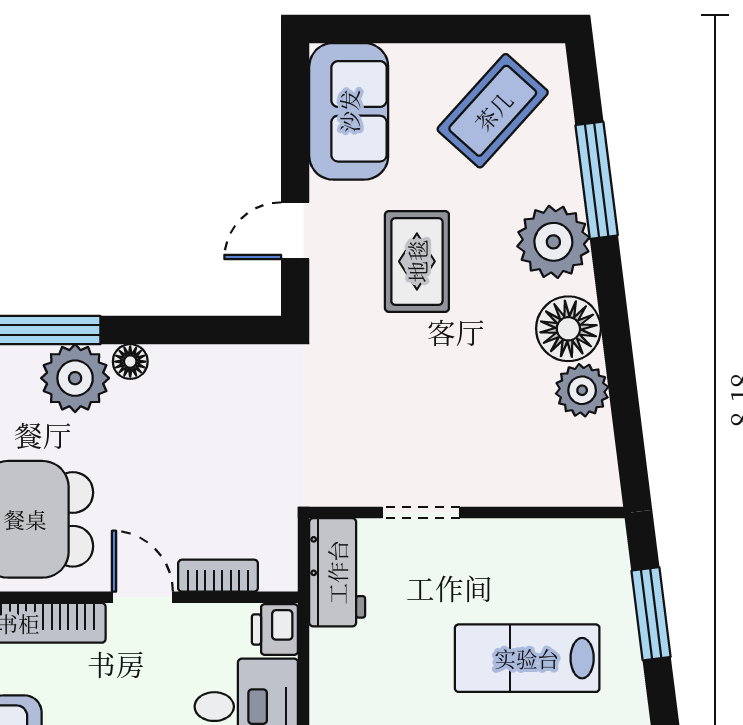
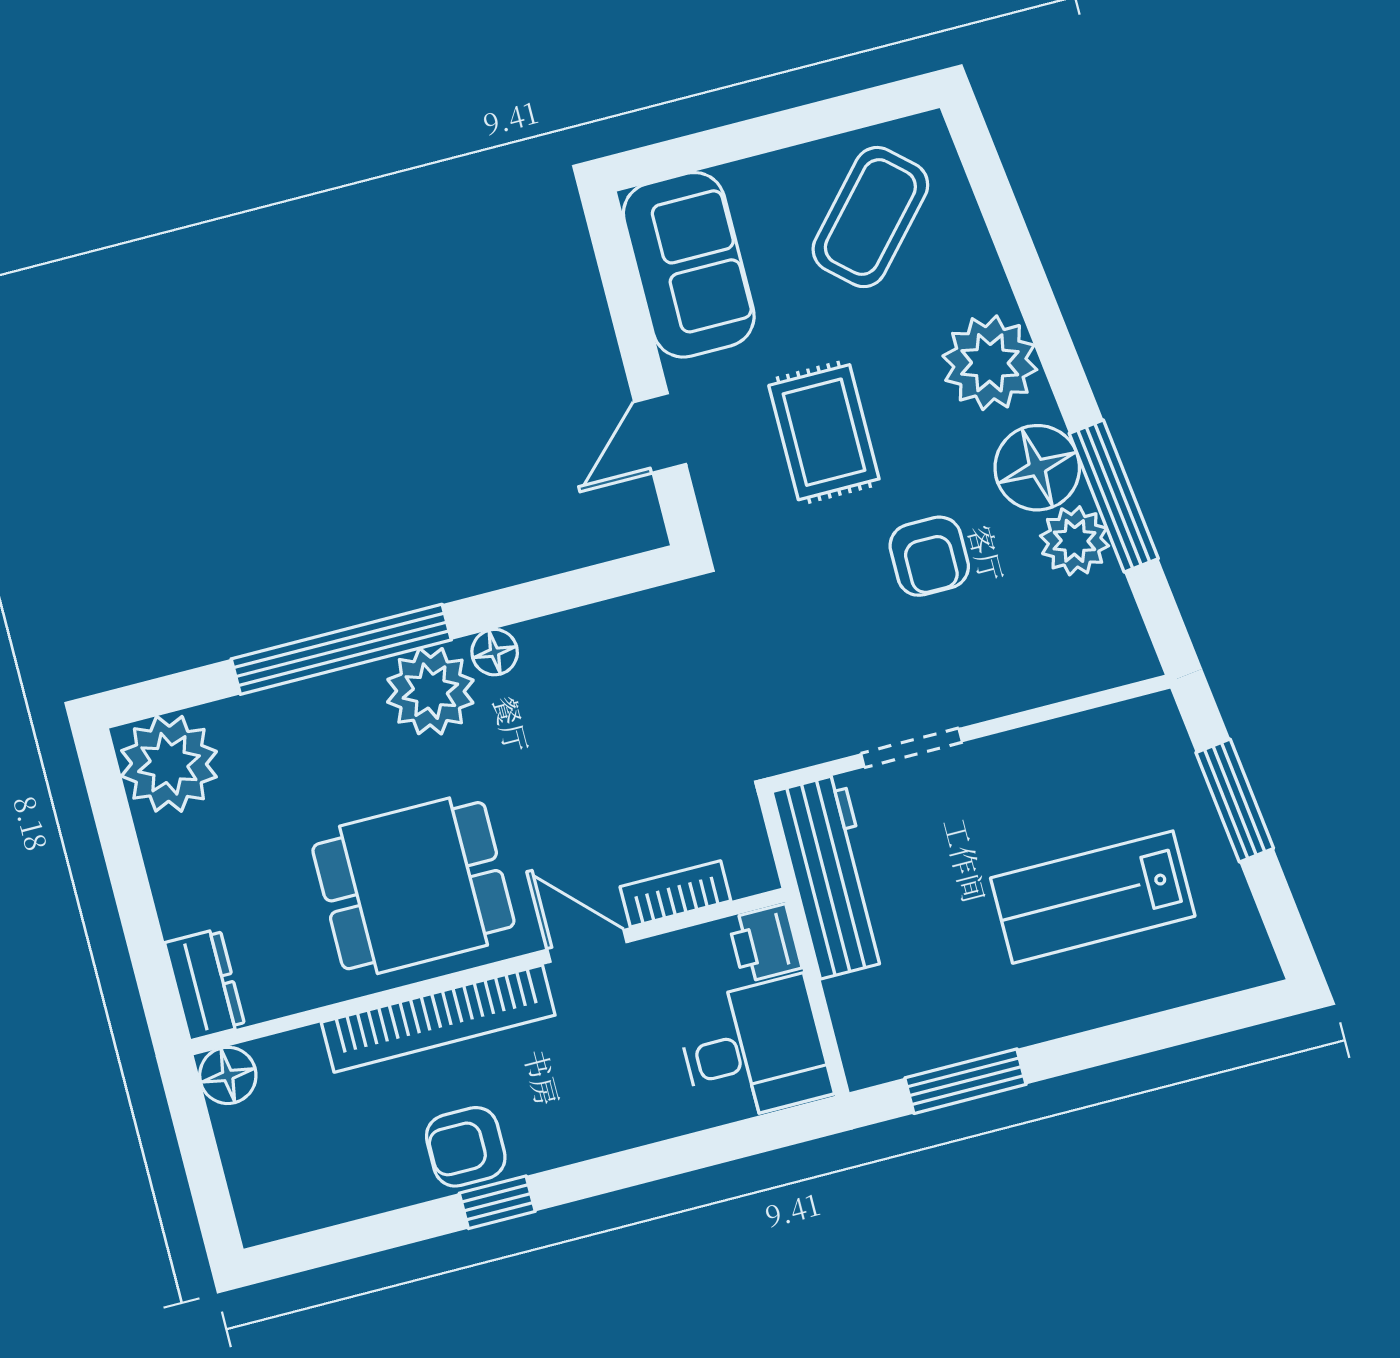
window: (597, 180) -> (1114, 496), moved
armchair: (471, 374) -> (929, 556), added
workbench: (337, 572) -> (831, 876), width x1.38

